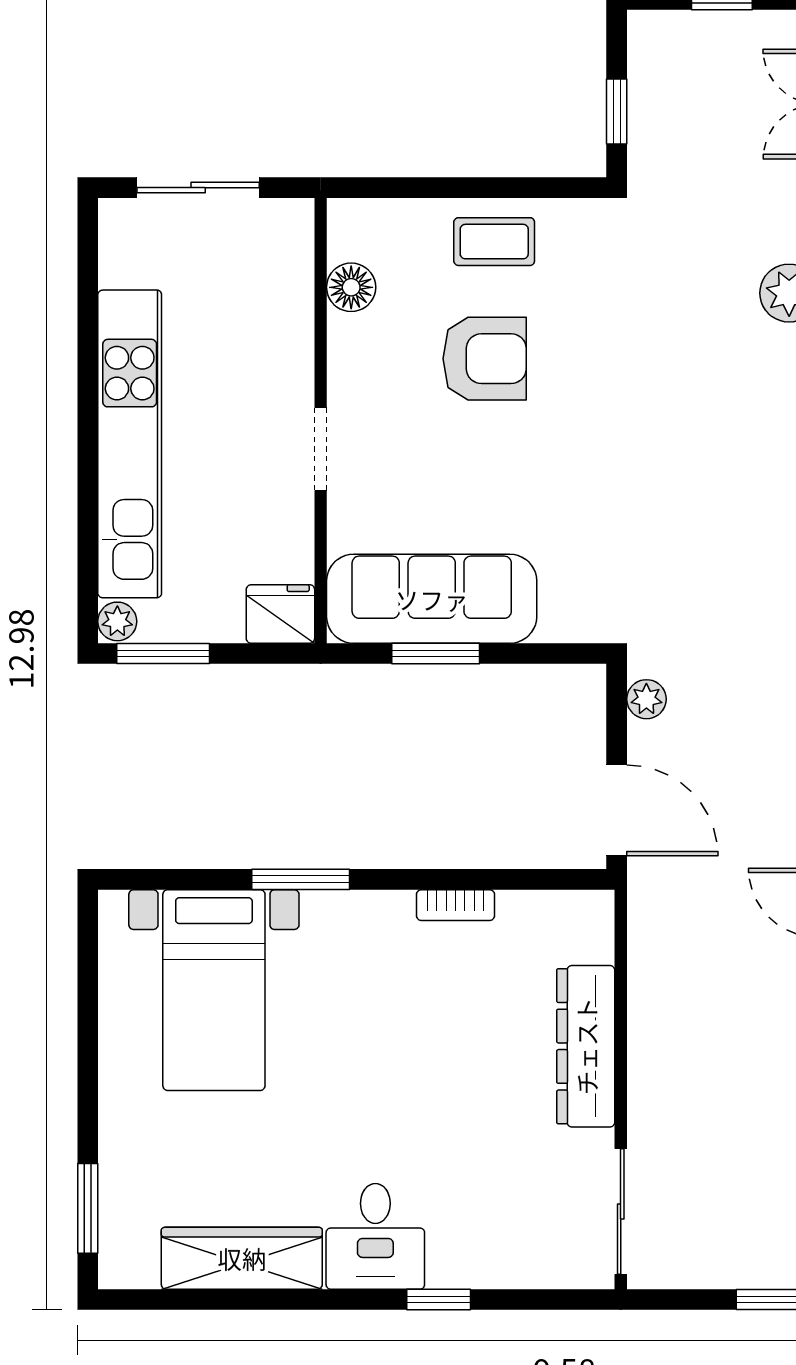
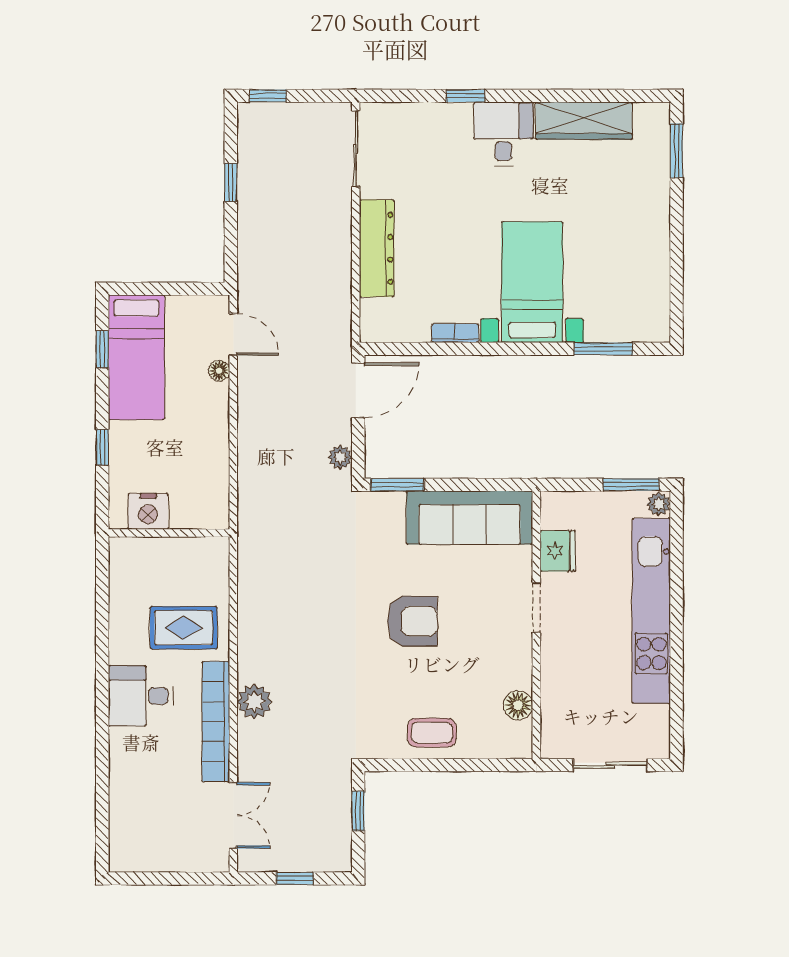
armchair: (485, 359) -> (412, 621), moved, turned 180
fridge: (280, 614) -> (558, 551), moved, turned -90
window: (436, 654) -> (397, 485), moved
door: (617, 810) -> (358, 390), swing flipped
window: (301, 879) -> (604, 349), moved
bed with nightstands: (214, 990) -> (532, 282), moved

